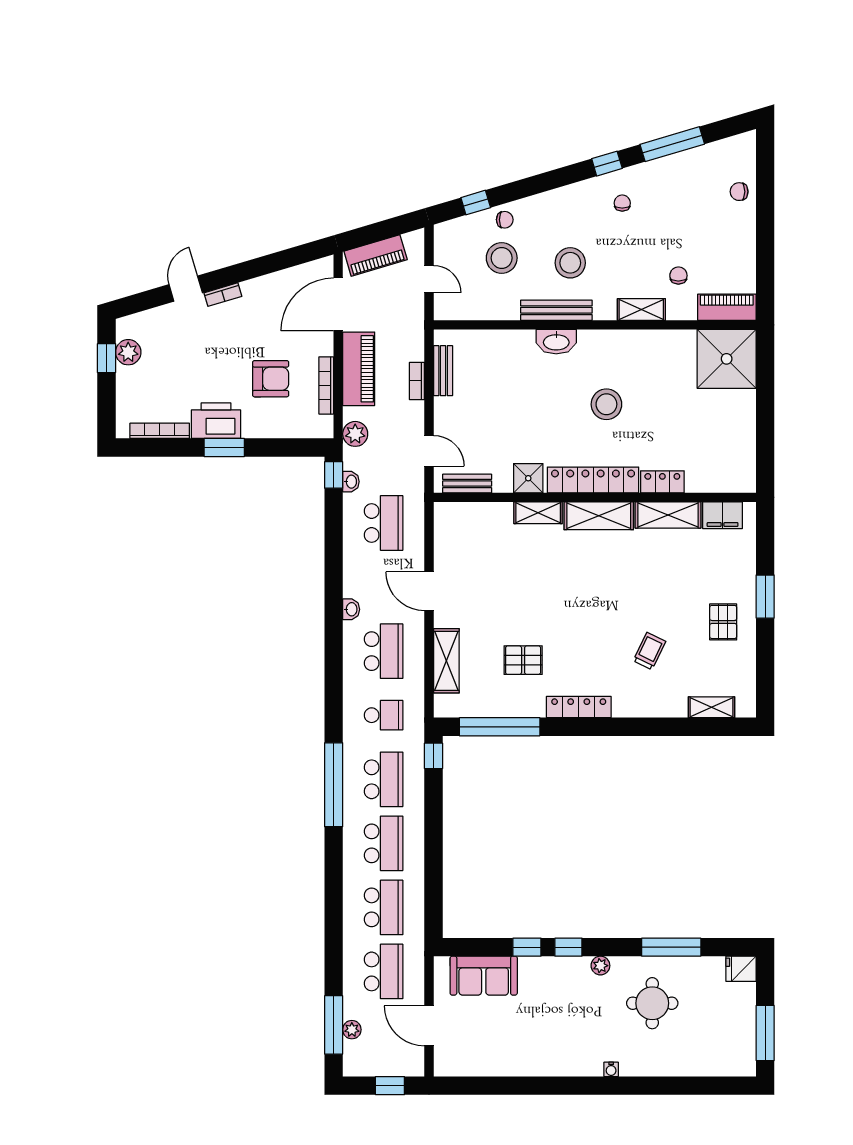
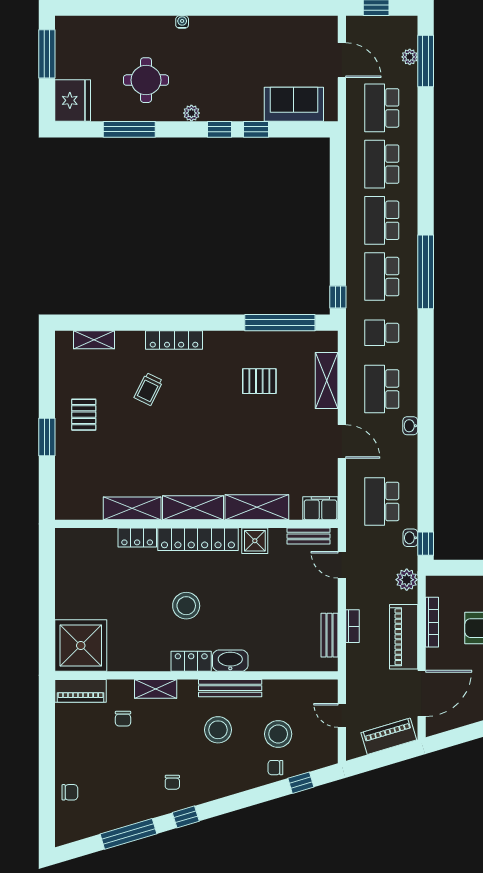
locker: (601, 341) -> (191, 661), added
shelving: (538, 513) -> (257, 507), width x1.50, depth x1.33
filing cabinet: (723, 515) -> (320, 508), moved
locker: (579, 707) -> (174, 340), moved
fridge: (741, 969) -> (73, 100), width x1.88, depth x1.34

